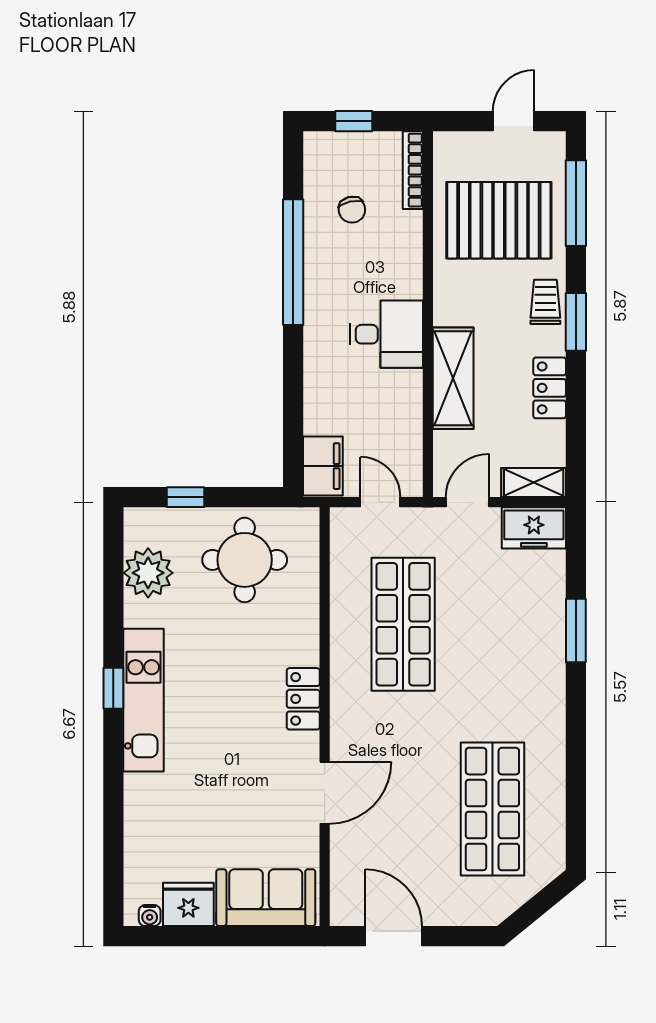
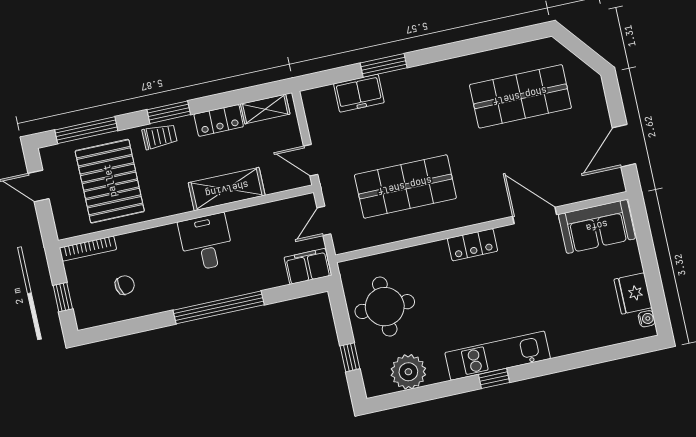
window: (293, 262) -> (219, 307), moved
trolley: (545, 302) -> (160, 136), turned 180
shelving: (534, 483) -> (265, 109), moved, turned 90
freezer: (534, 528) -> (359, 93), moved, turned 90
sofa: (266, 898) -> (597, 226), moved, turned -90

